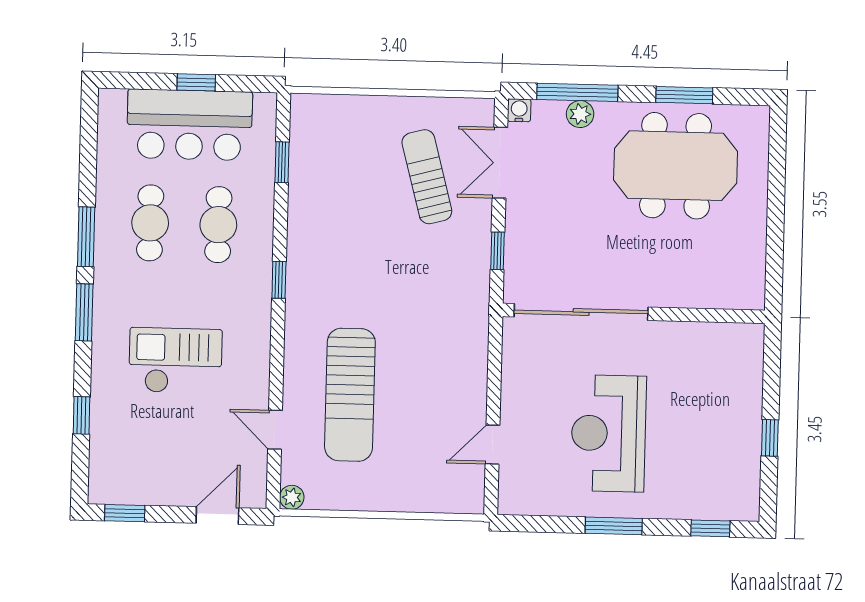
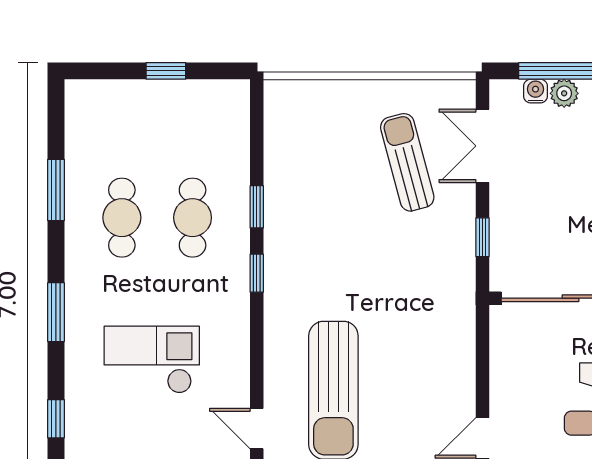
water cooler: (519, 110) -> (535, 91), moved
bar counter: (190, 125) -> (160, 115), removed
window: (282, 162) -> (257, 207), moved
window: (86, 237) -> (56, 190), moved

